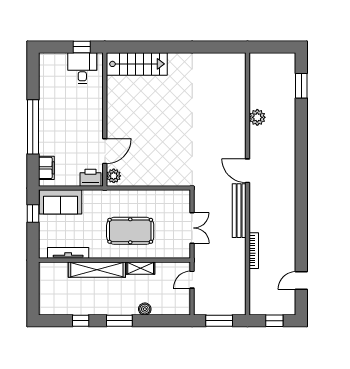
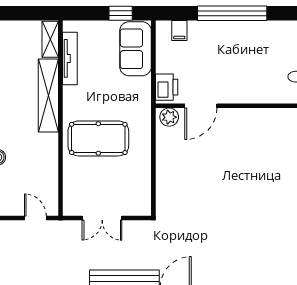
door: (105, 151) -> (201, 106), hinge flipped
filing cabinet: (46, 168) -> (179, 30), width x0.50
pool table: (130, 231) -> (98, 138), turned 90
shelving: (141, 268) -> (50, 39), moved

